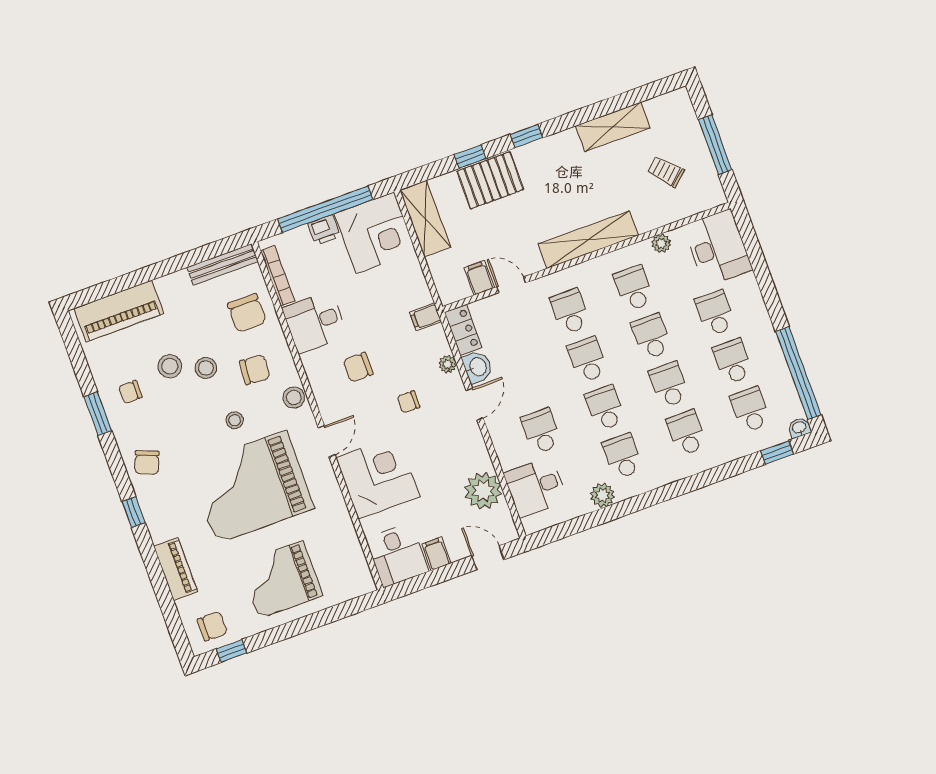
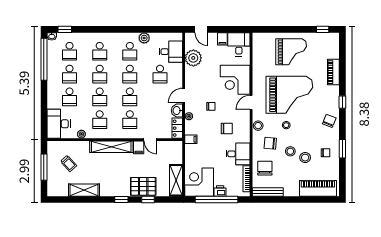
filing cabinet: (479, 278) -> (139, 147), moved
chair: (212, 626) -> (327, 43), removed

